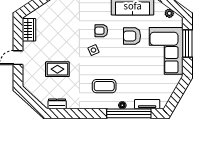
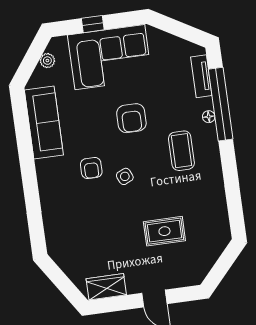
armchair: (132, 36) -> (131, 118), moved
window: (187, 44) -> (93, 24), width x0.46
rug: (57, 69) -> (164, 231), turned 90
dresser: (57, 104) -> (221, 224), removed

